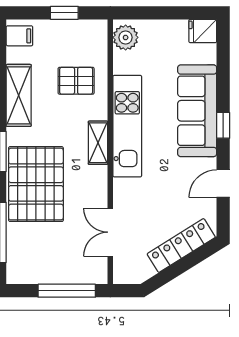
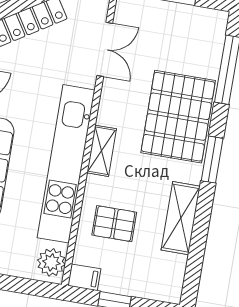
filing cabinet: (19, 36) -> (84, 277), moved, turned 180
kitchen unit: (127, 126) -> (66, 164), width x1.36

